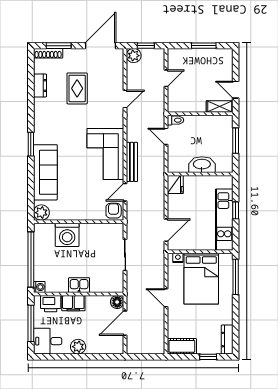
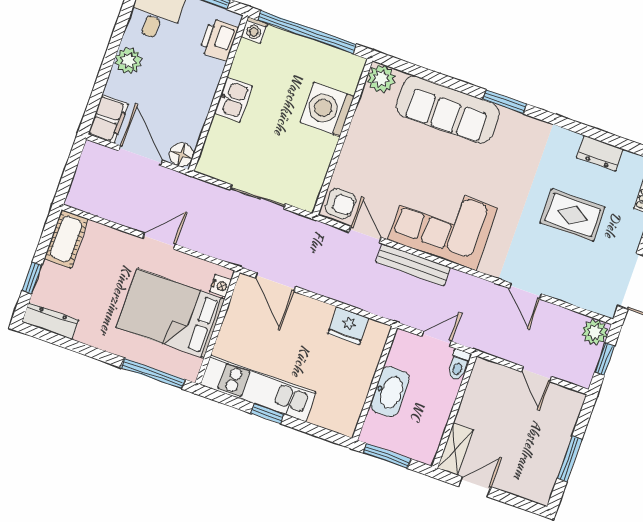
washbasin: (202, 165) -> (390, 392), moved
wall: (200, 174) -> (375, 383), moved
filing cabinet: (73, 303) -> (108, 119), moved, turned 180

